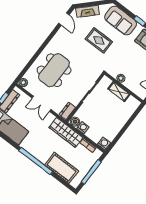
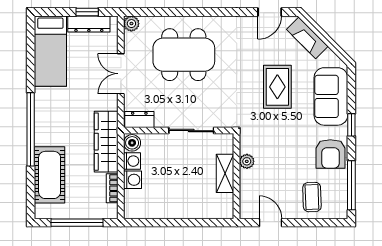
washing machine: (104, 143) -> (133, 180), moved

